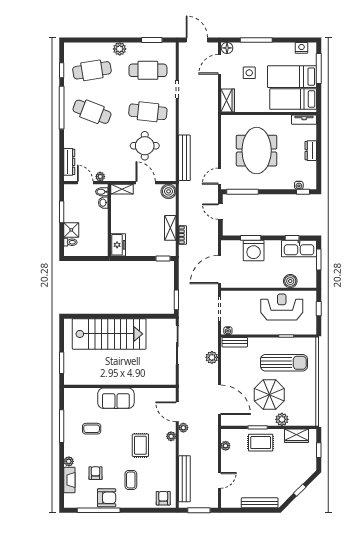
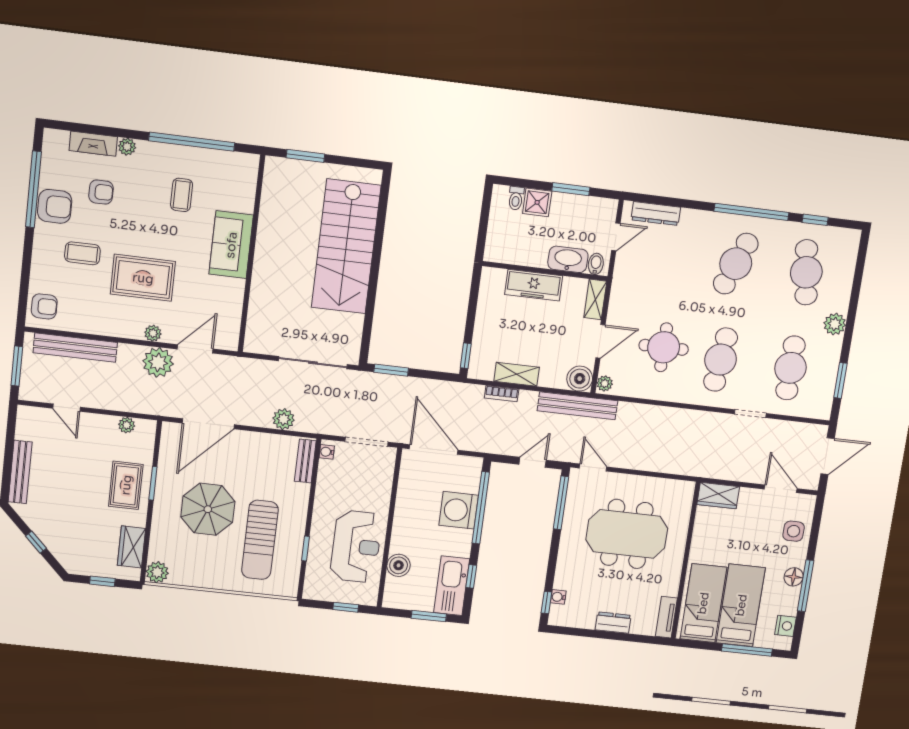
window: (256, 40) -> (806, 586), moved
floor lamp: (227, 48) -> (794, 577), moved
side table: (249, 73) -> (794, 531), moved
bench: (184, 158) -> (577, 406), moved
plant: (100, 177) -> (605, 383), moved
washbasin: (103, 203) -> (568, 259), width x1.91, depth x1.45
window: (251, 238) -> (481, 508), width x2.11
freezer: (118, 245) -> (534, 285), moved, width x1.40
plant: (282, 419) -> (157, 572), moved
window: (62, 426) -> (192, 142), width x1.46
plant: (183, 428) -> (158, 362), width x1.88, depth x1.88
rug: (140, 445) -> (143, 278), width x1.36, depth x1.43
armchair: (107, 498) -> (55, 206), turned -90

